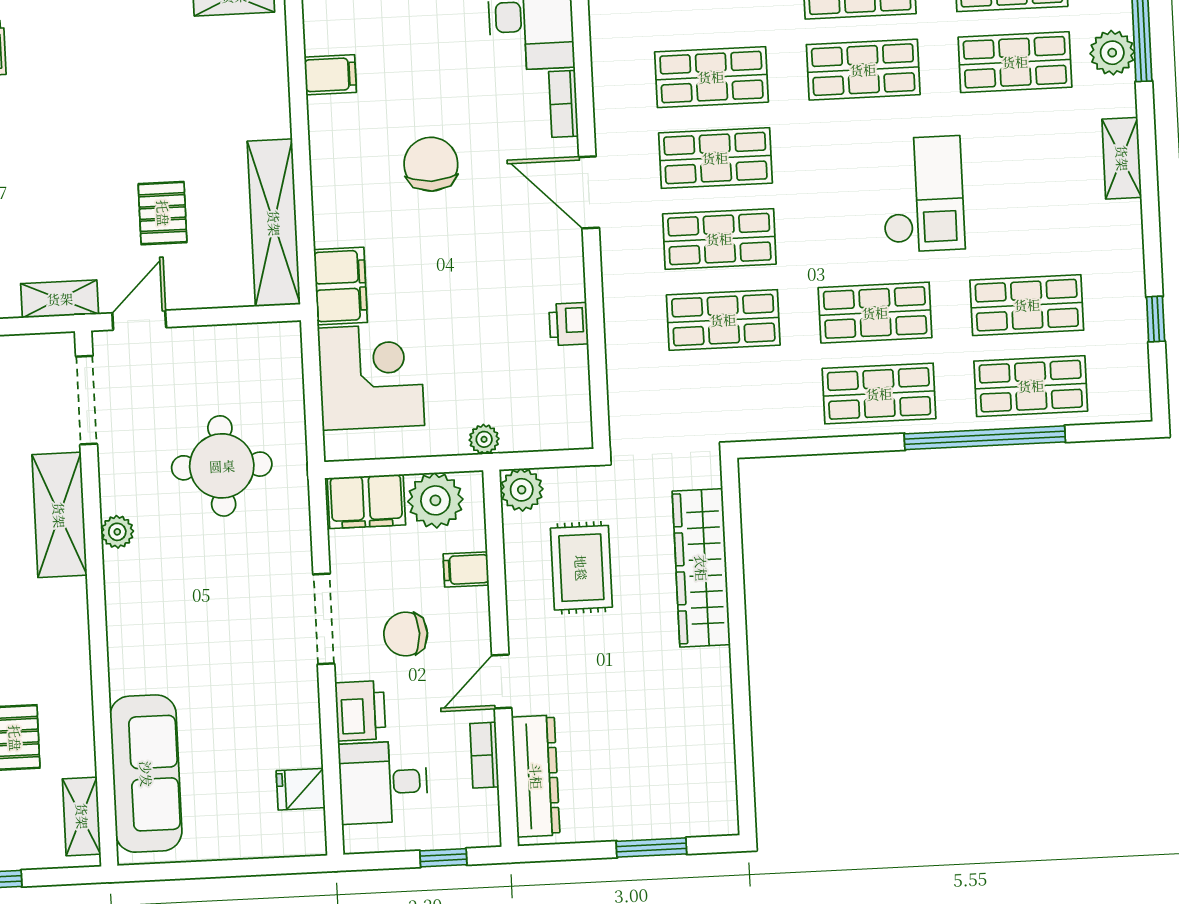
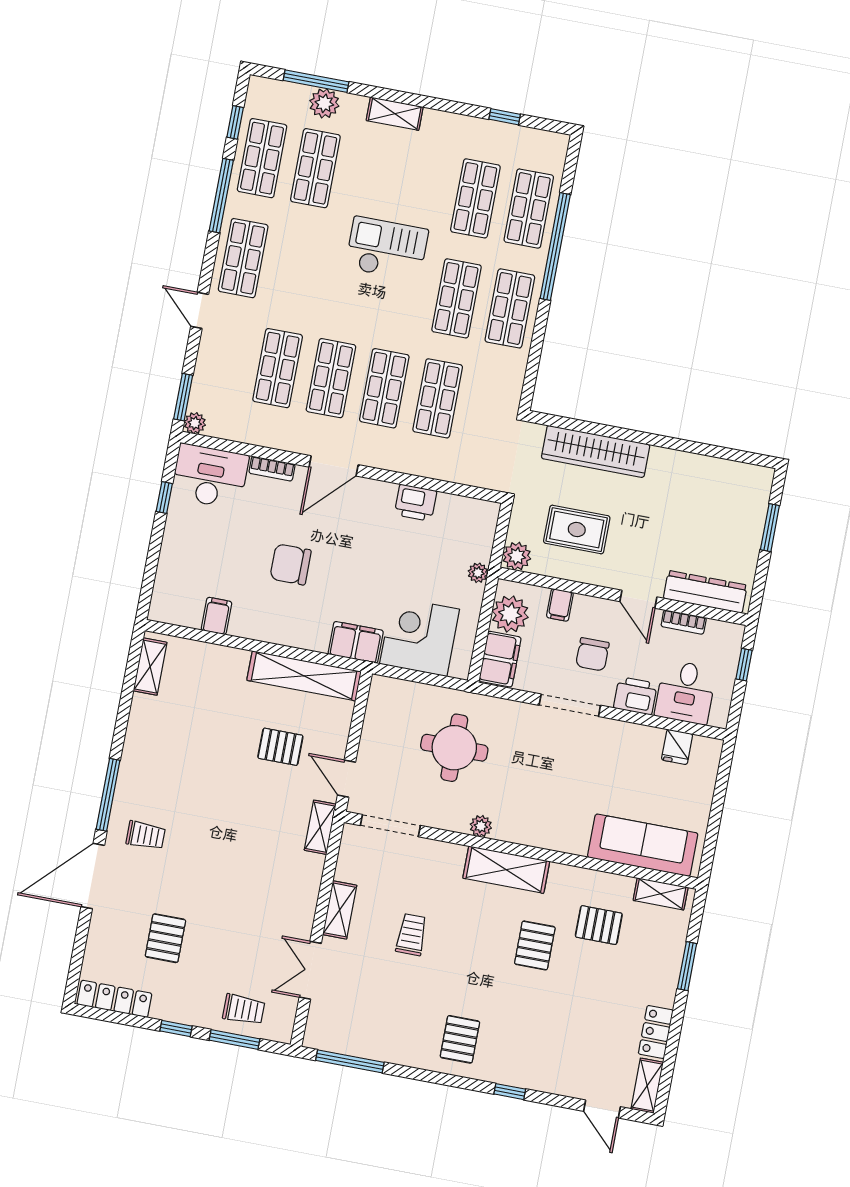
shop shelf: (863, 70) -> (296, 268), removed
printer: (569, 324) -> (416, 503), width x1.36, depth x1.24
shelving: (59, 515) -> (506, 870), moved

